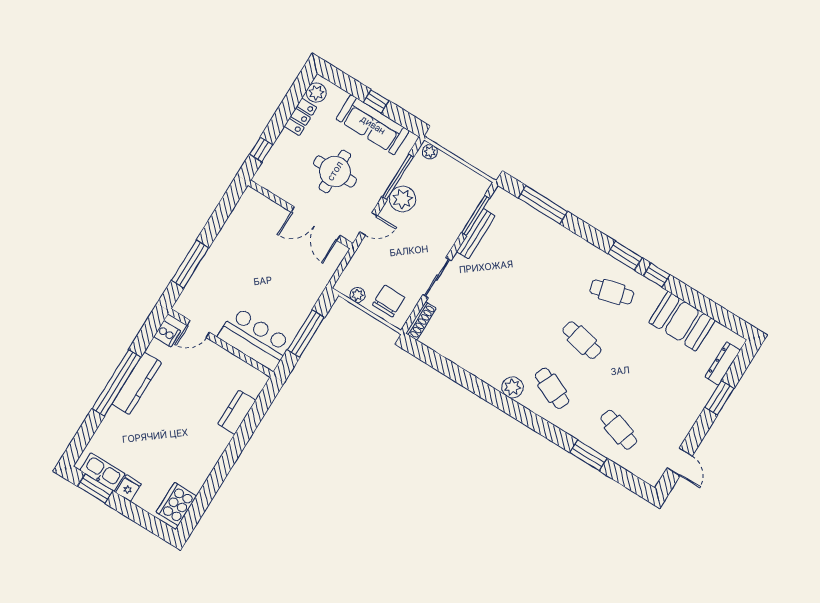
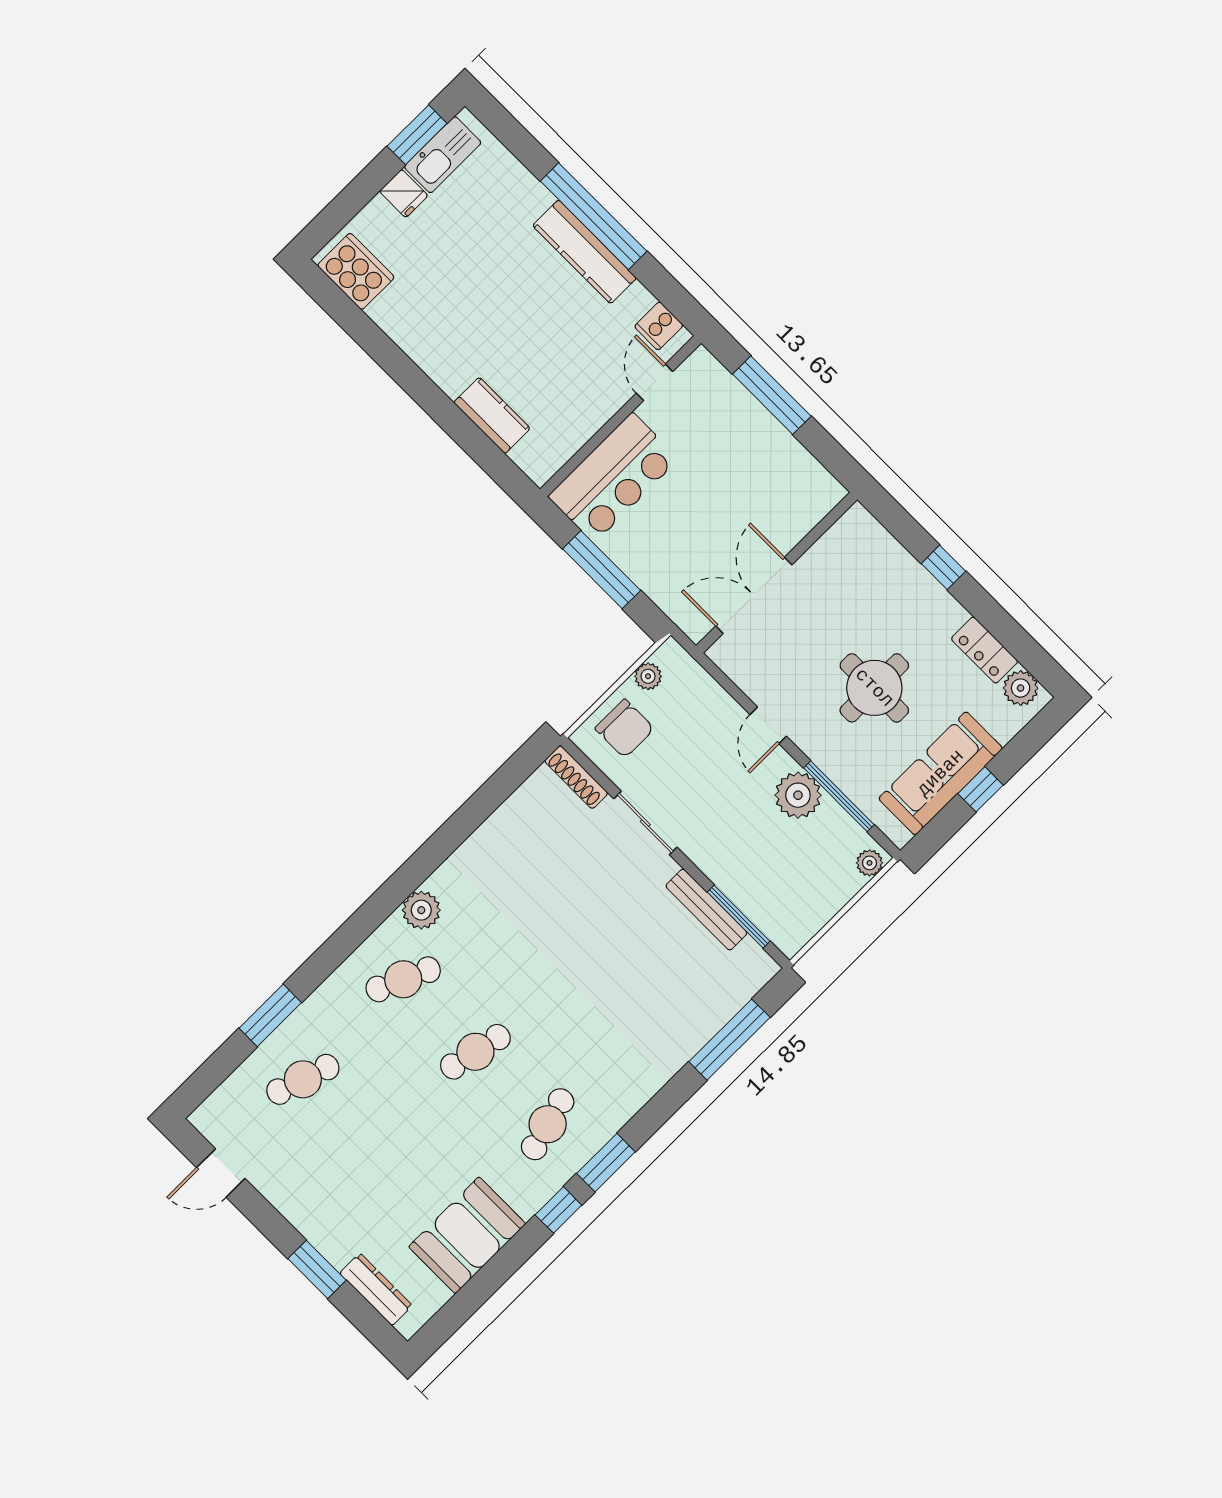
wall: (300, 214) -> (777, 573), moved
double door: (316, 224) -> (754, 595), moved

